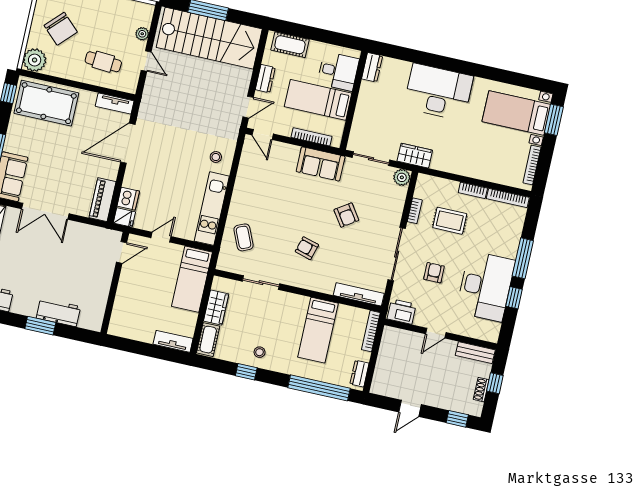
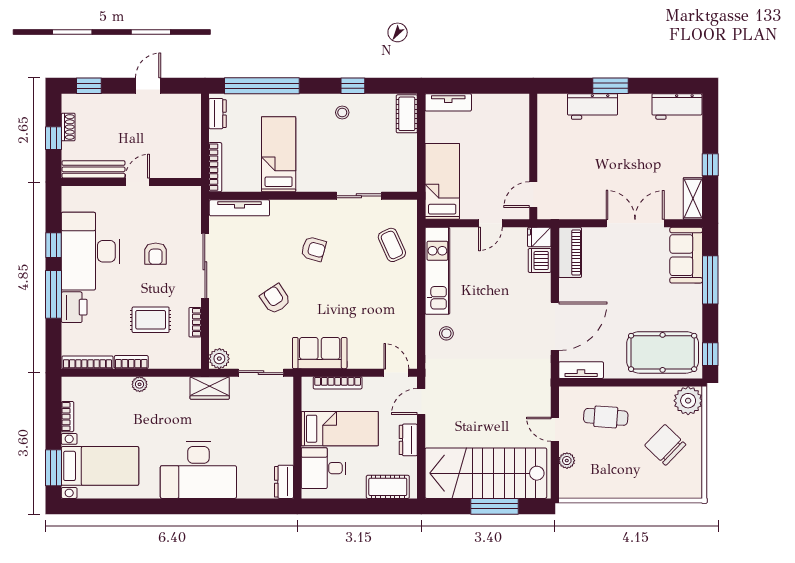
bookcase: (532, 165) -> (68, 417), width x0.64
plant: (470, 171) -> (140, 384), added
wardrobe: (216, 307) -> (406, 154), removed
printer: (402, 312) -> (74, 307), moved, turned -90
bench: (475, 353) -> (93, 169), width x1.36

